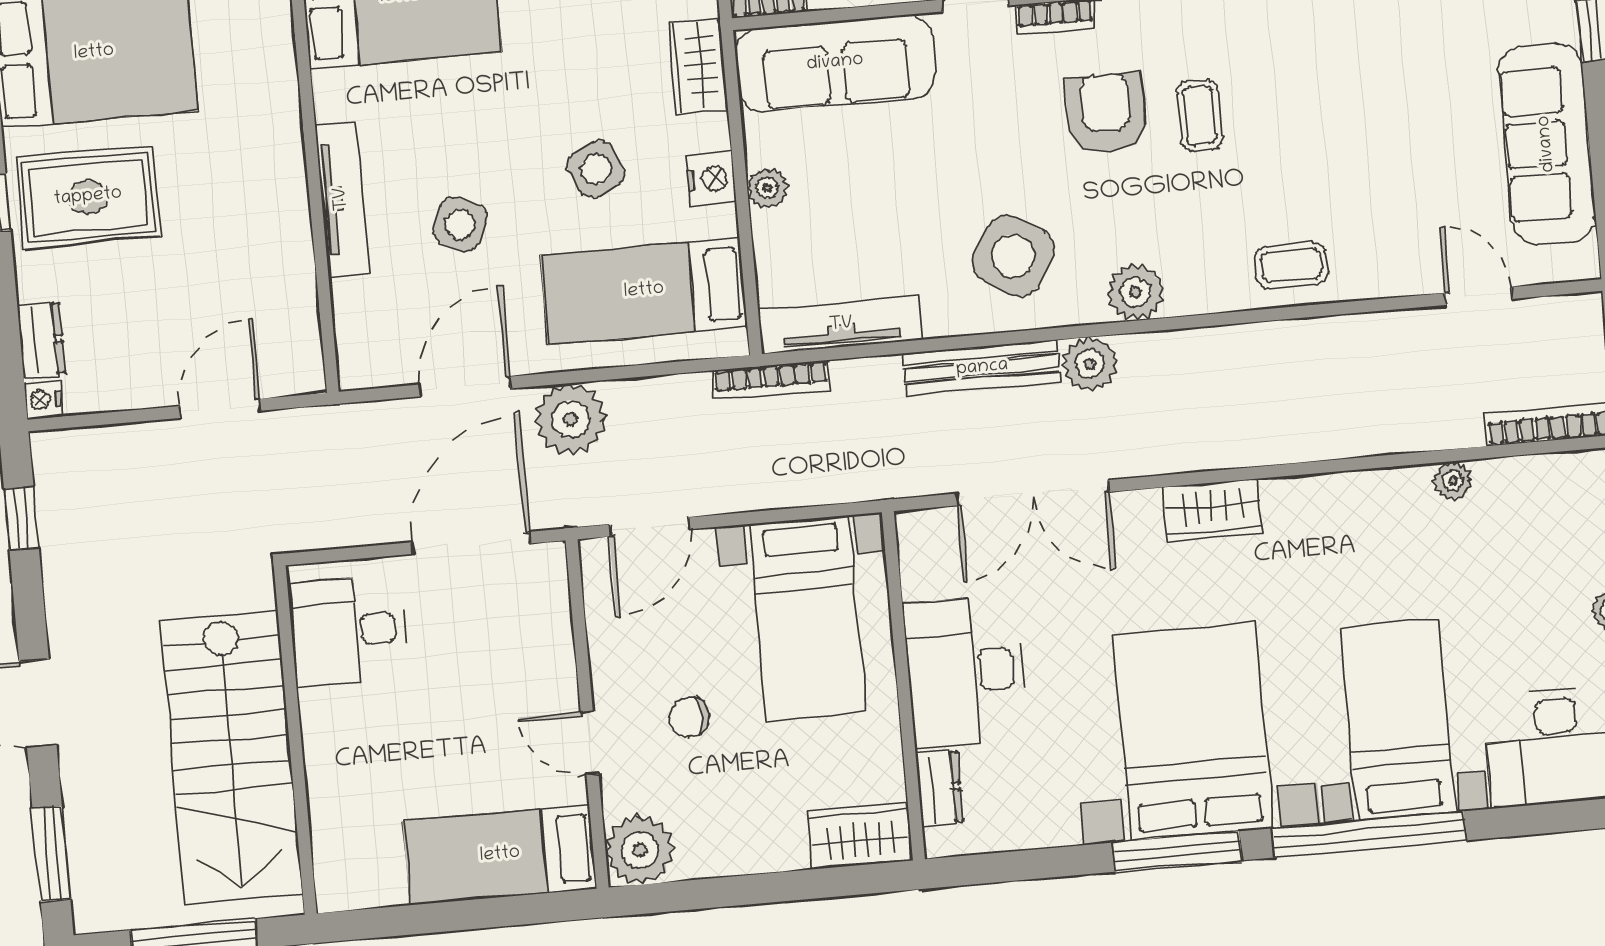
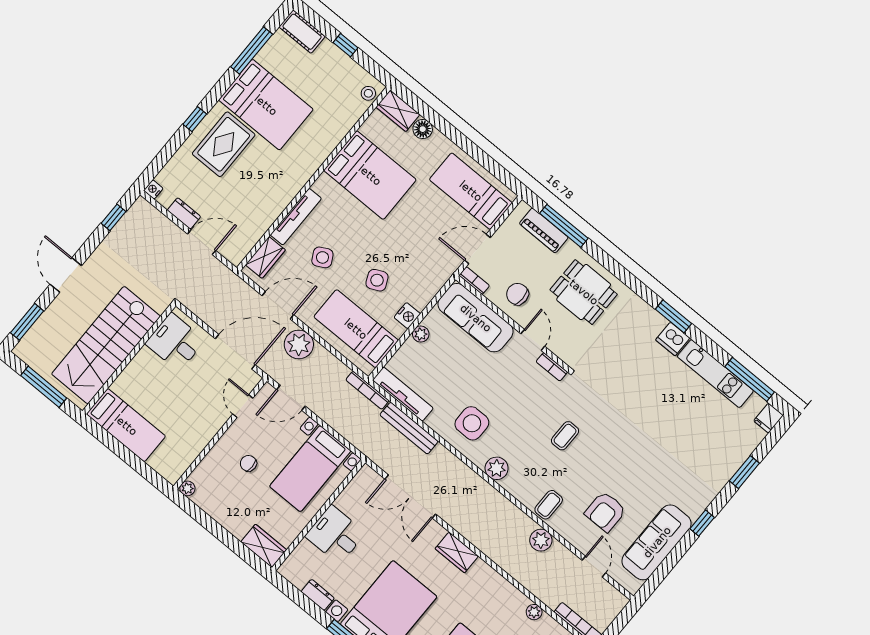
wardrobe: (697, 65) -> (265, 257), moved, turned 180
armchair: (1106, 113) -> (605, 512), moved, turned 180
rug: (88, 197) -> (224, 144), turned 90
side table: (460, 224) -> (322, 257), turned 37
side table: (1013, 256) -> (472, 423), turned -32
coffee table: (1291, 266) -> (549, 505), turned 90
dresser: (41, 340) -> (184, 213), moved, turned -90
plant: (1090, 364) -> (541, 540), moved
bench: (982, 368) -> (409, 428), moved
desk: (965, 671) -> (335, 535), width x0.73
door: (590, 743) -> (243, 406), moved
dresser: (939, 788) -> (318, 595), moved, turned -90
plant: (640, 850) -> (187, 488), width x0.53, depth x0.53
bed: (500, 855) -> (126, 425), moved, turned 180

